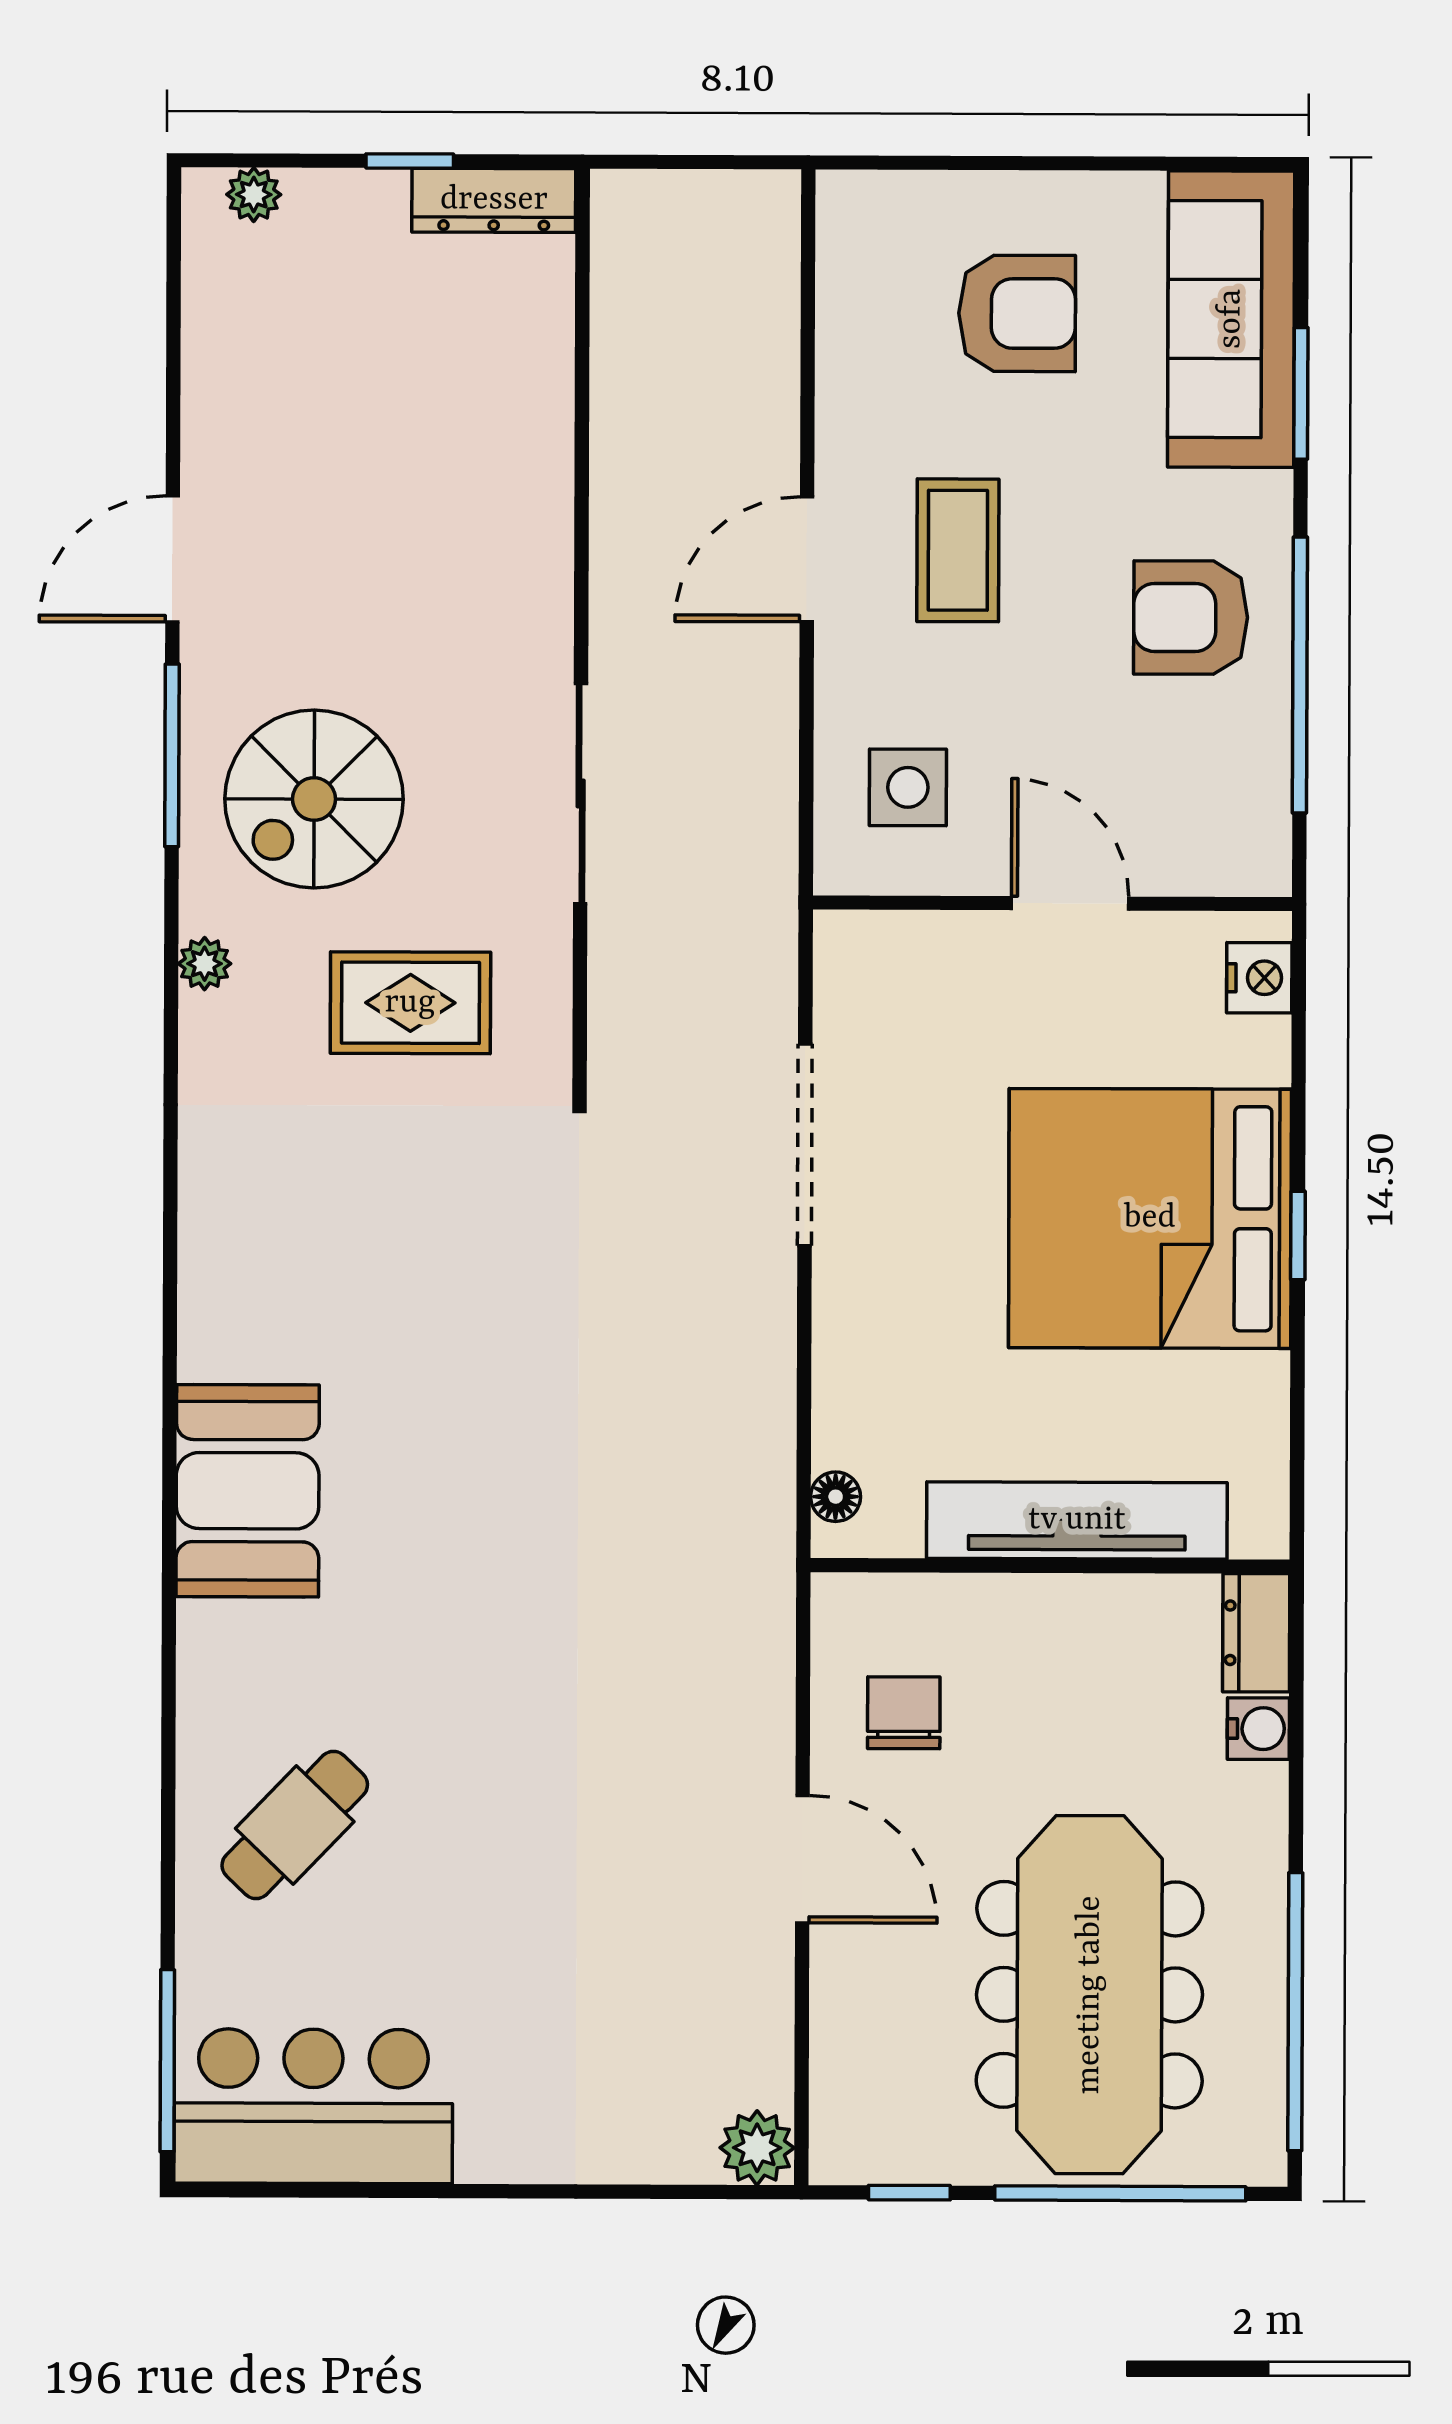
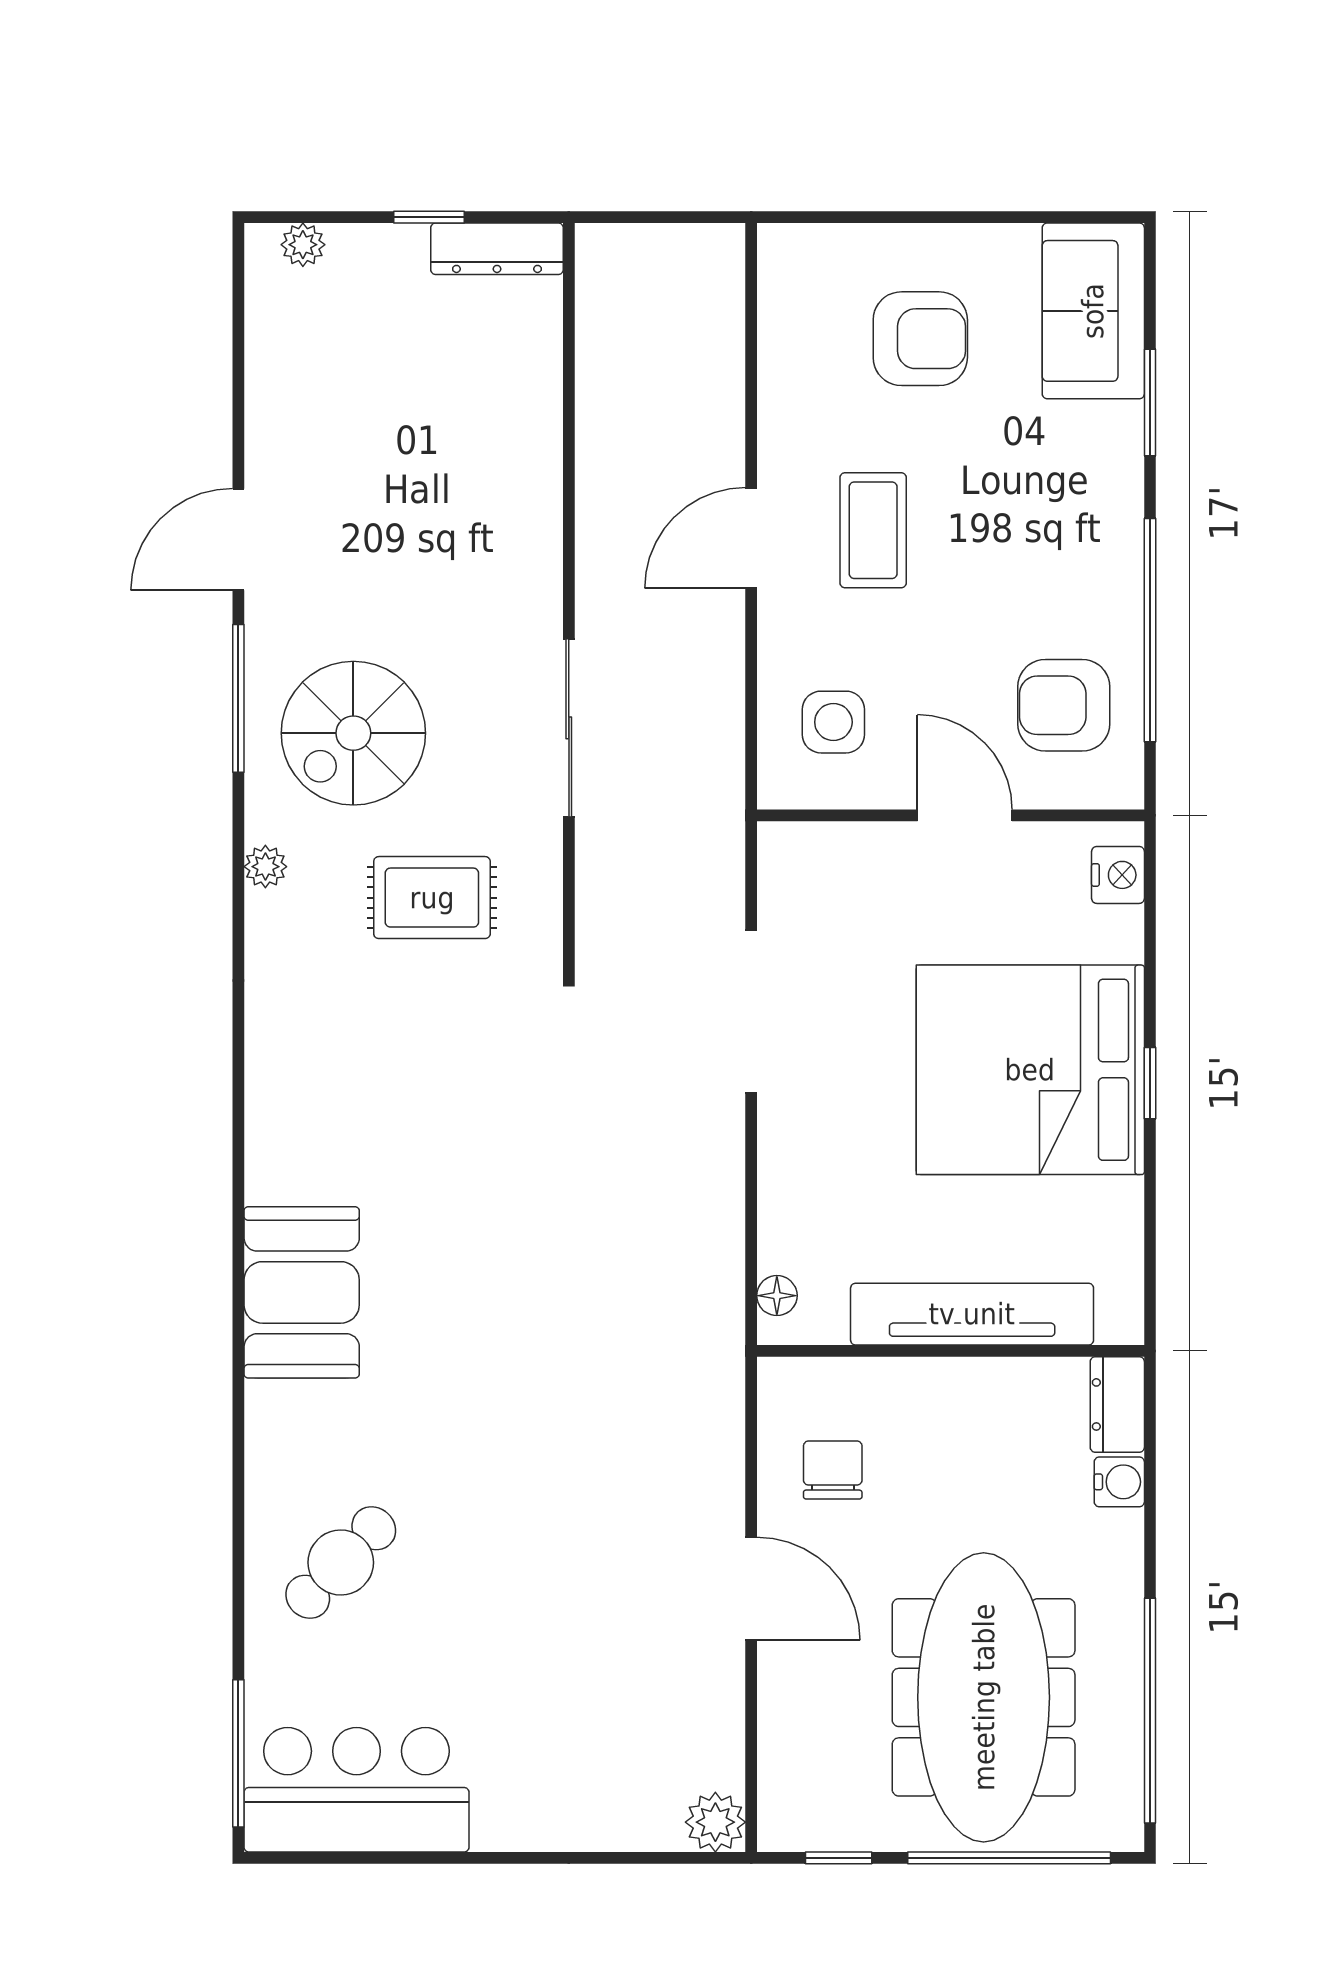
sofa: (1231, 319) -> (1093, 311), width x0.73
armchair: (1191, 618) -> (1064, 705), moved

